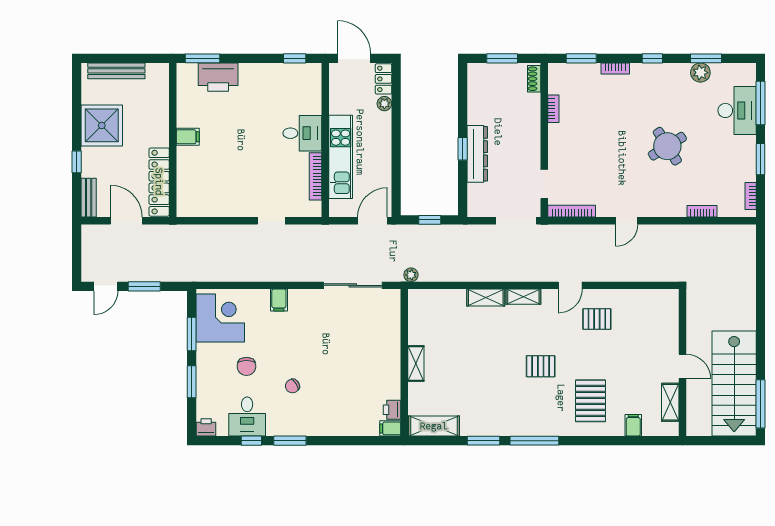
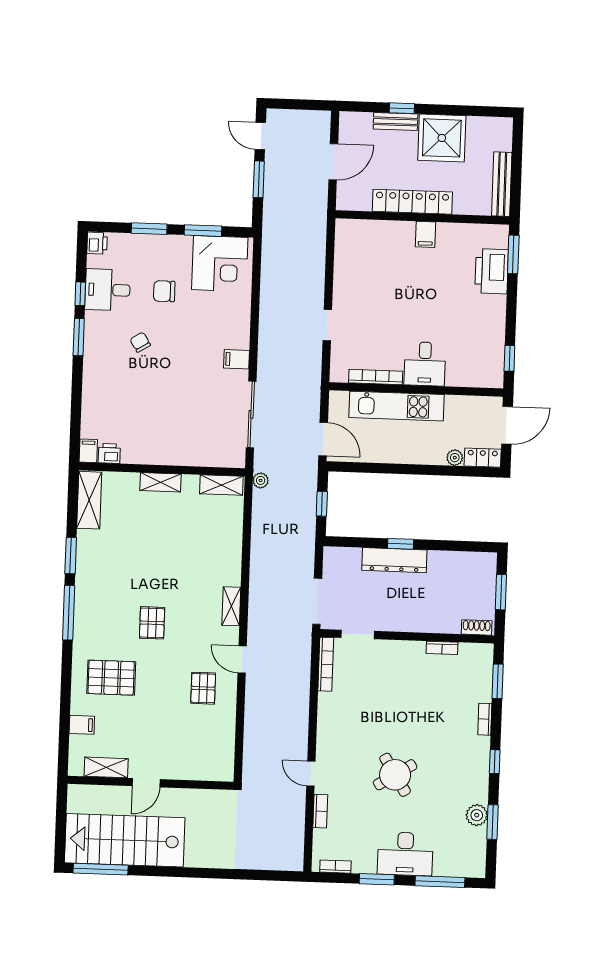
bench: (116, 71) -> (502, 184), moved
desk: (737, 110) -> (405, 854), moved
locker: (159, 182) -> (412, 202), moved
bench: (89, 198) -> (396, 121), moved
door: (627, 221) -> (311, 774), moved
shelving: (486, 298) -> (221, 485), moved, turned 90
filing cabinet: (279, 300) -> (237, 359), moved

